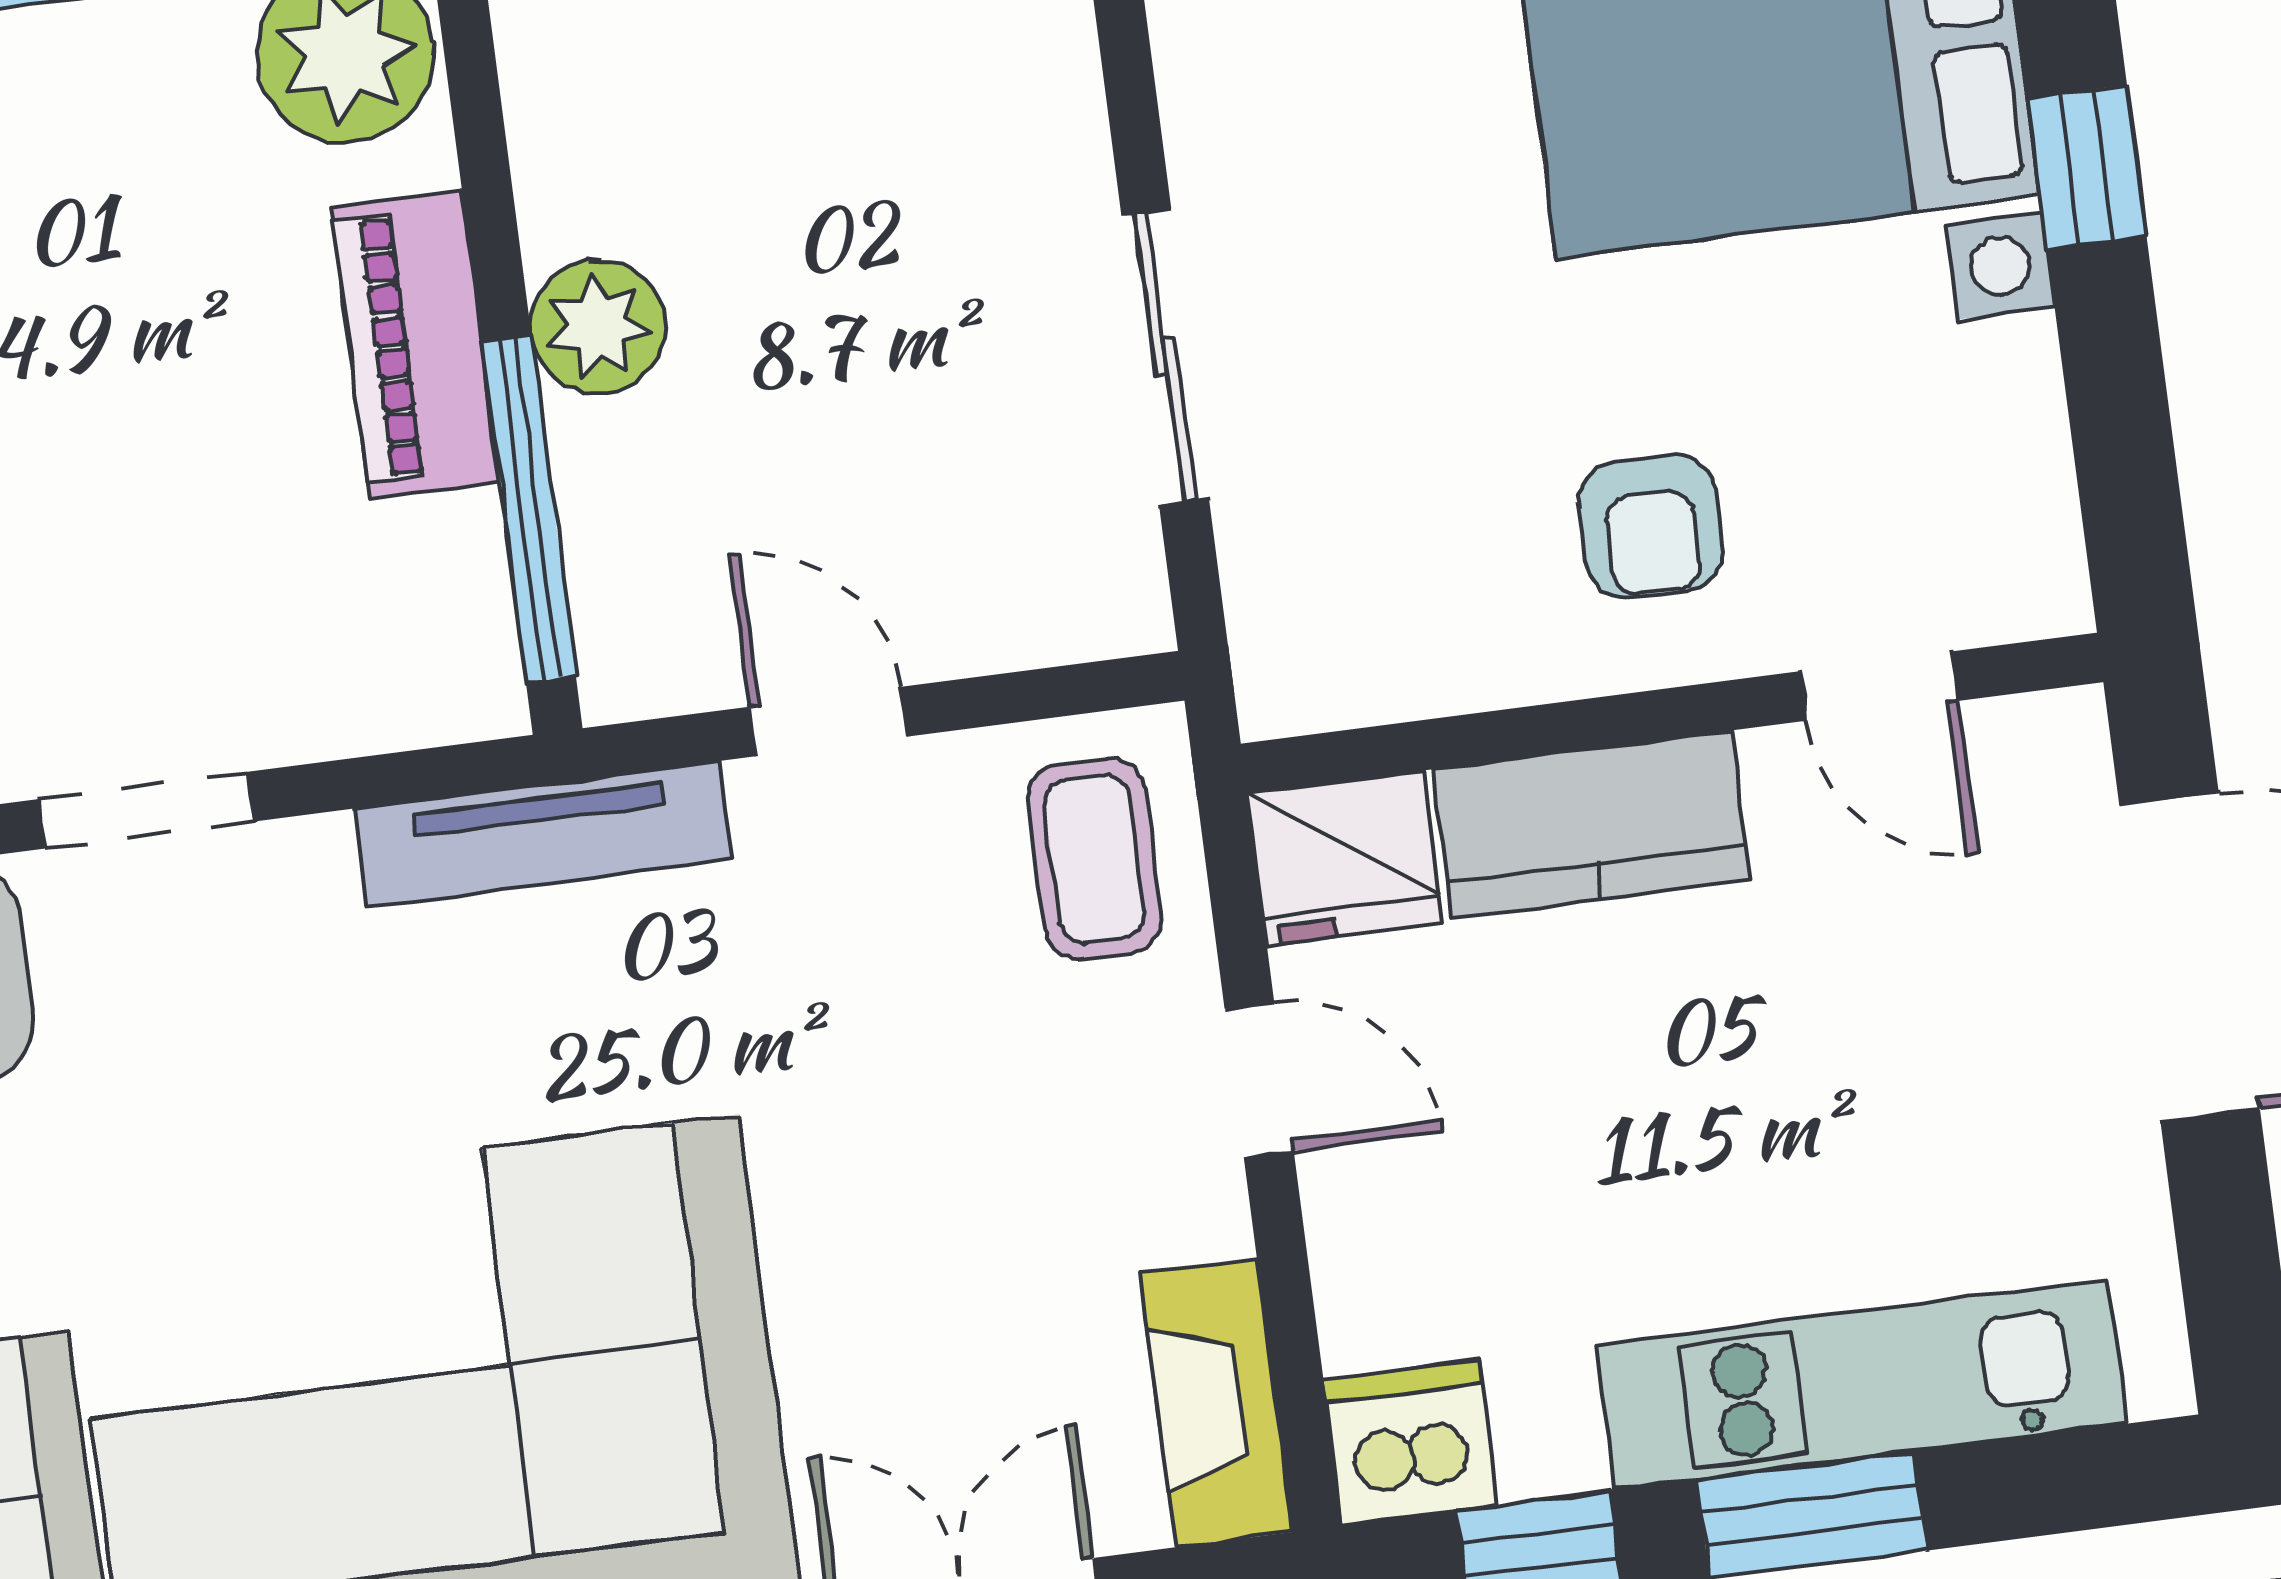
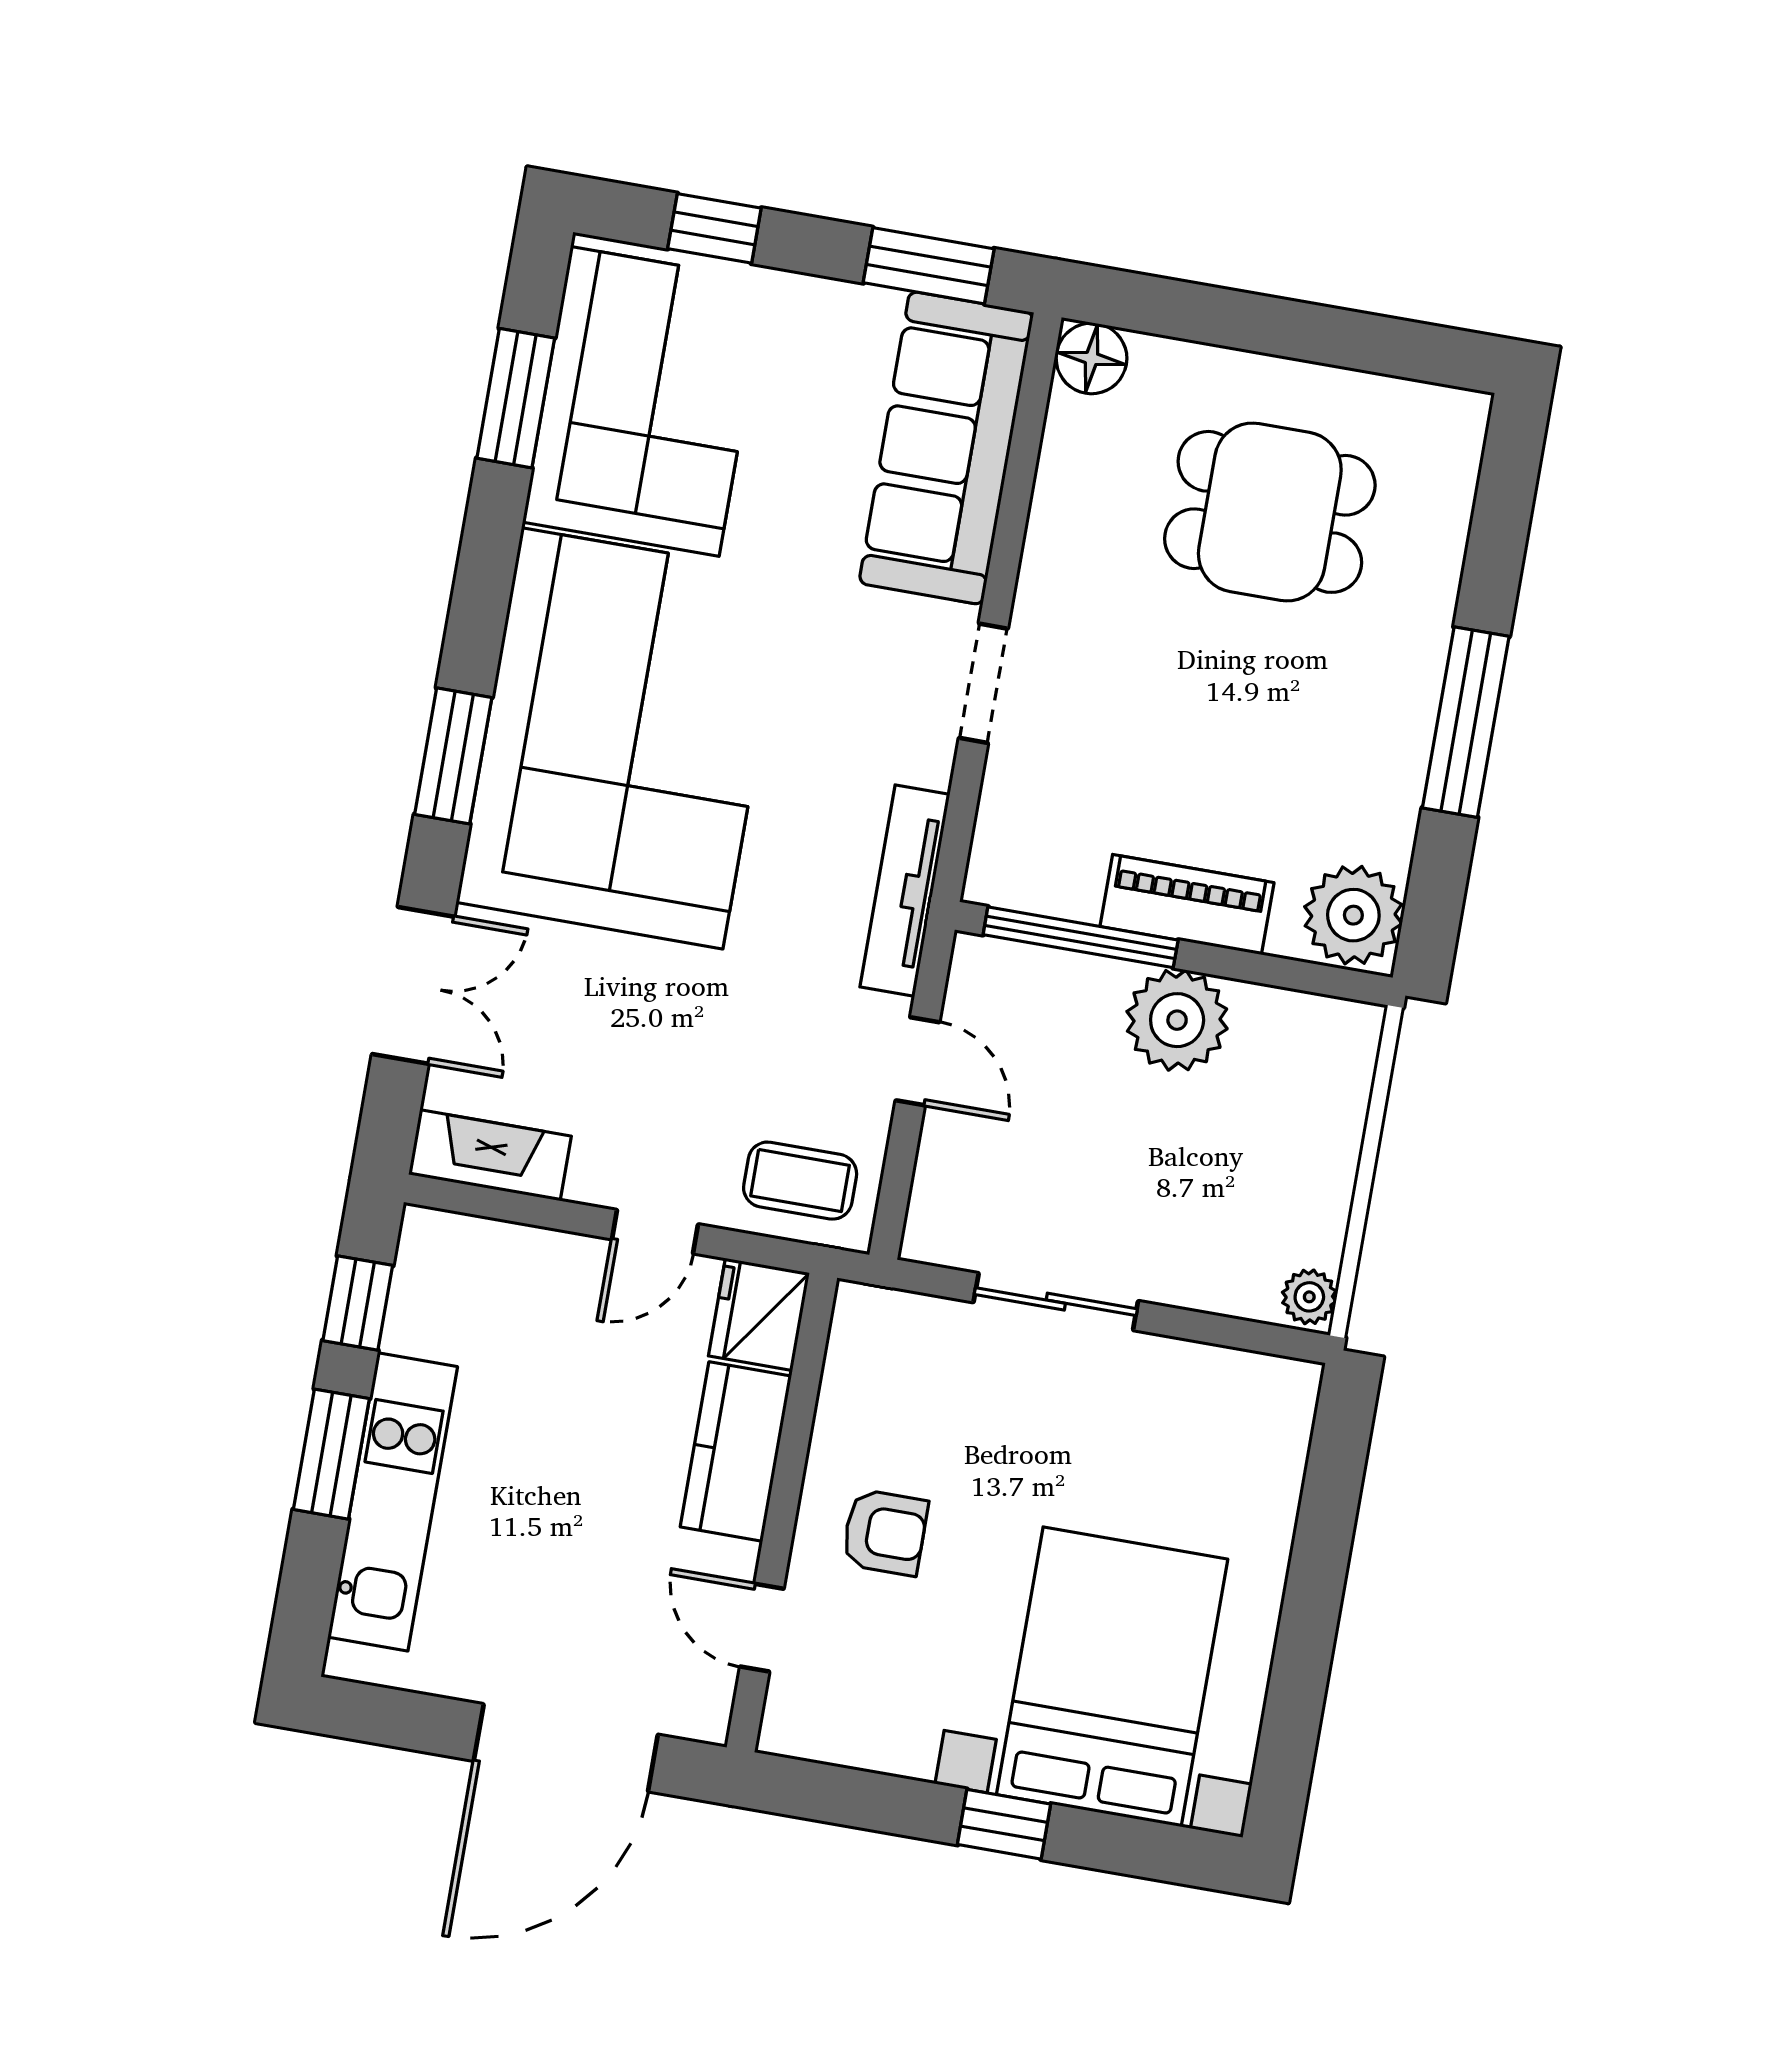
plant: (598, 327) -> (1177, 1020), width x1.36, depth x1.36
armchair: (1651, 526) -> (885, 1532), turned 180
door: (1880, 686) -> (762, 1628), hinge flipped
door: (828, 722) -> (917, 1061), hinge flipped
dishwasher: (1411, 1443) -> (437, 1252), removed

